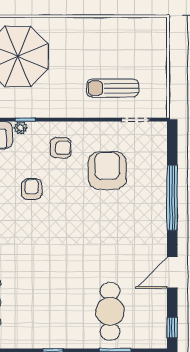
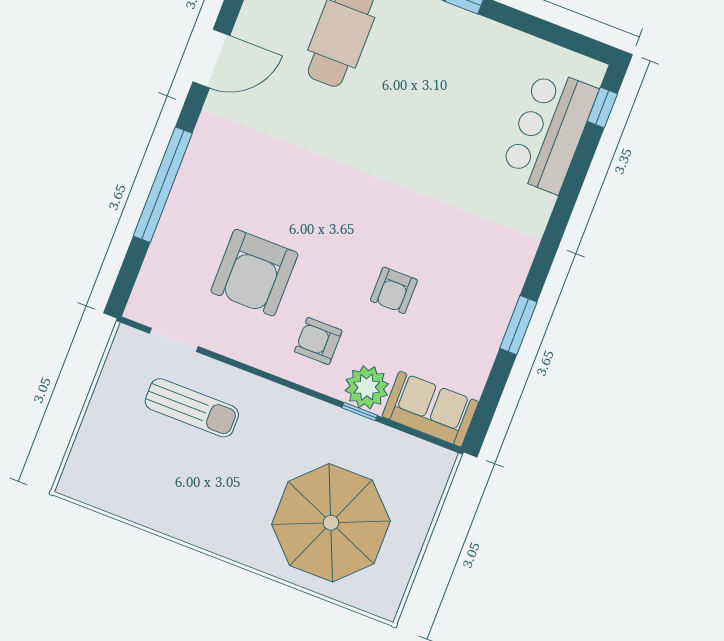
plant: (21, 128) -> (367, 387), width x1.88, depth x1.88

